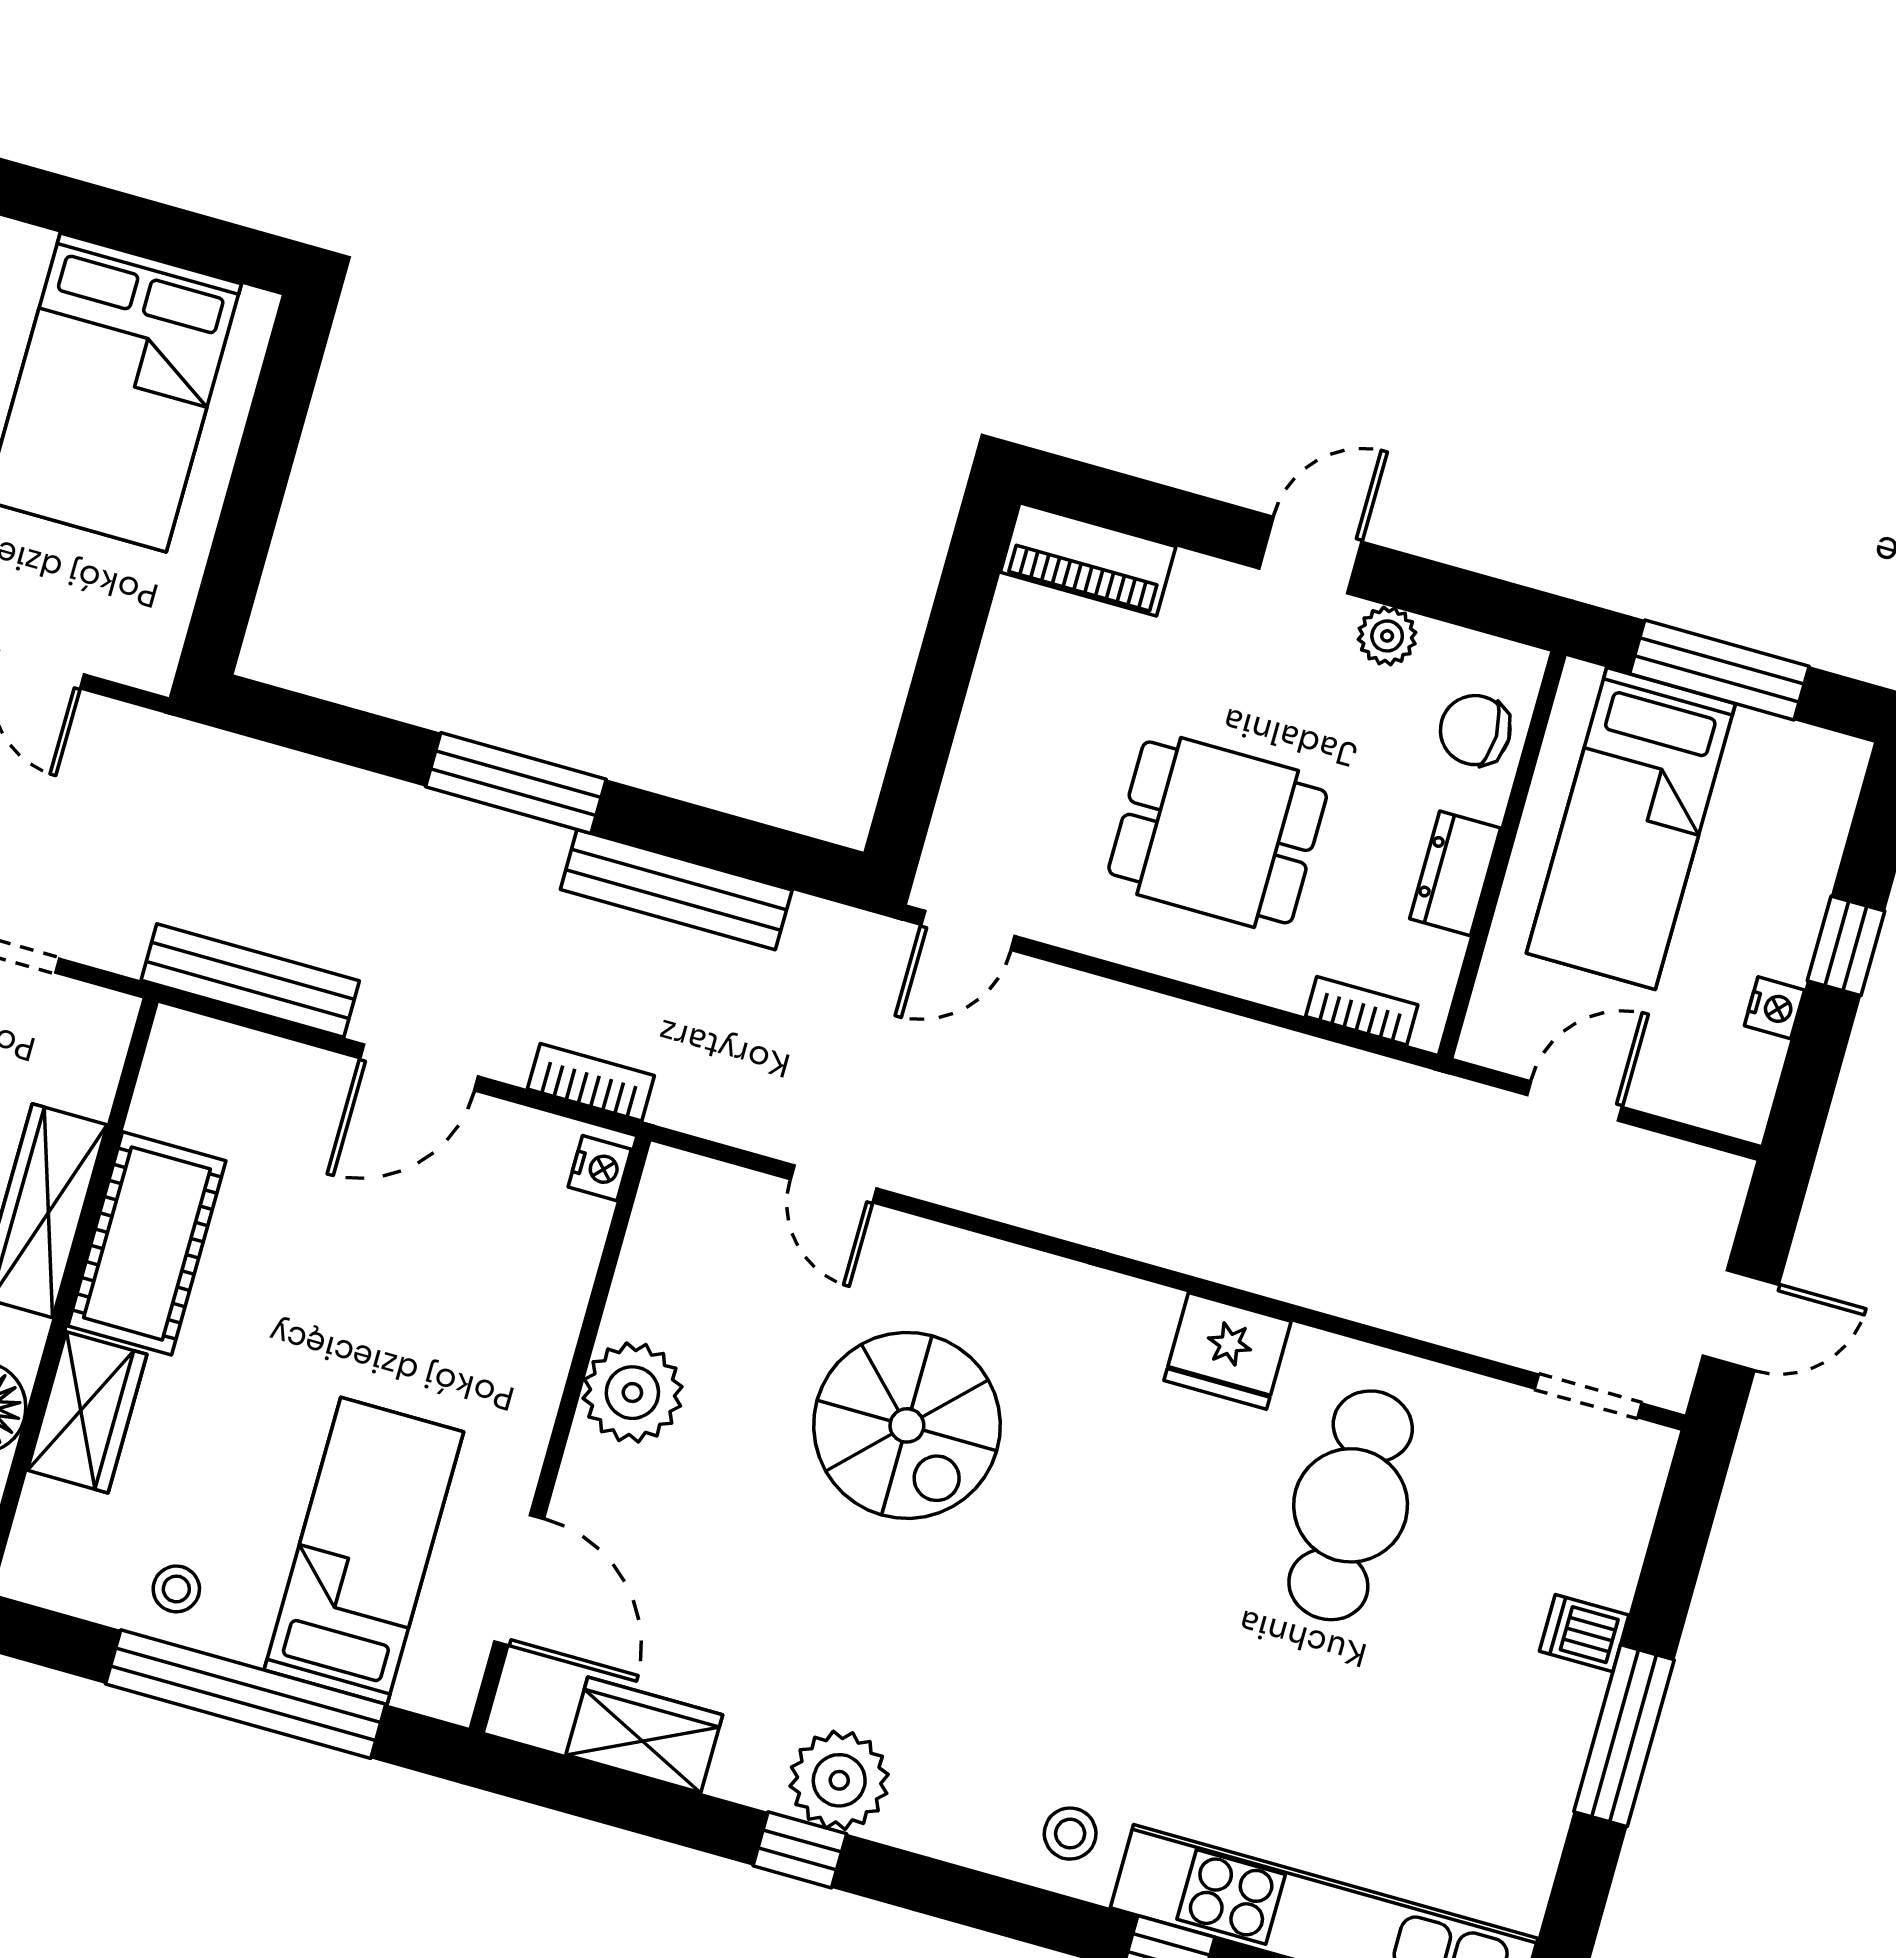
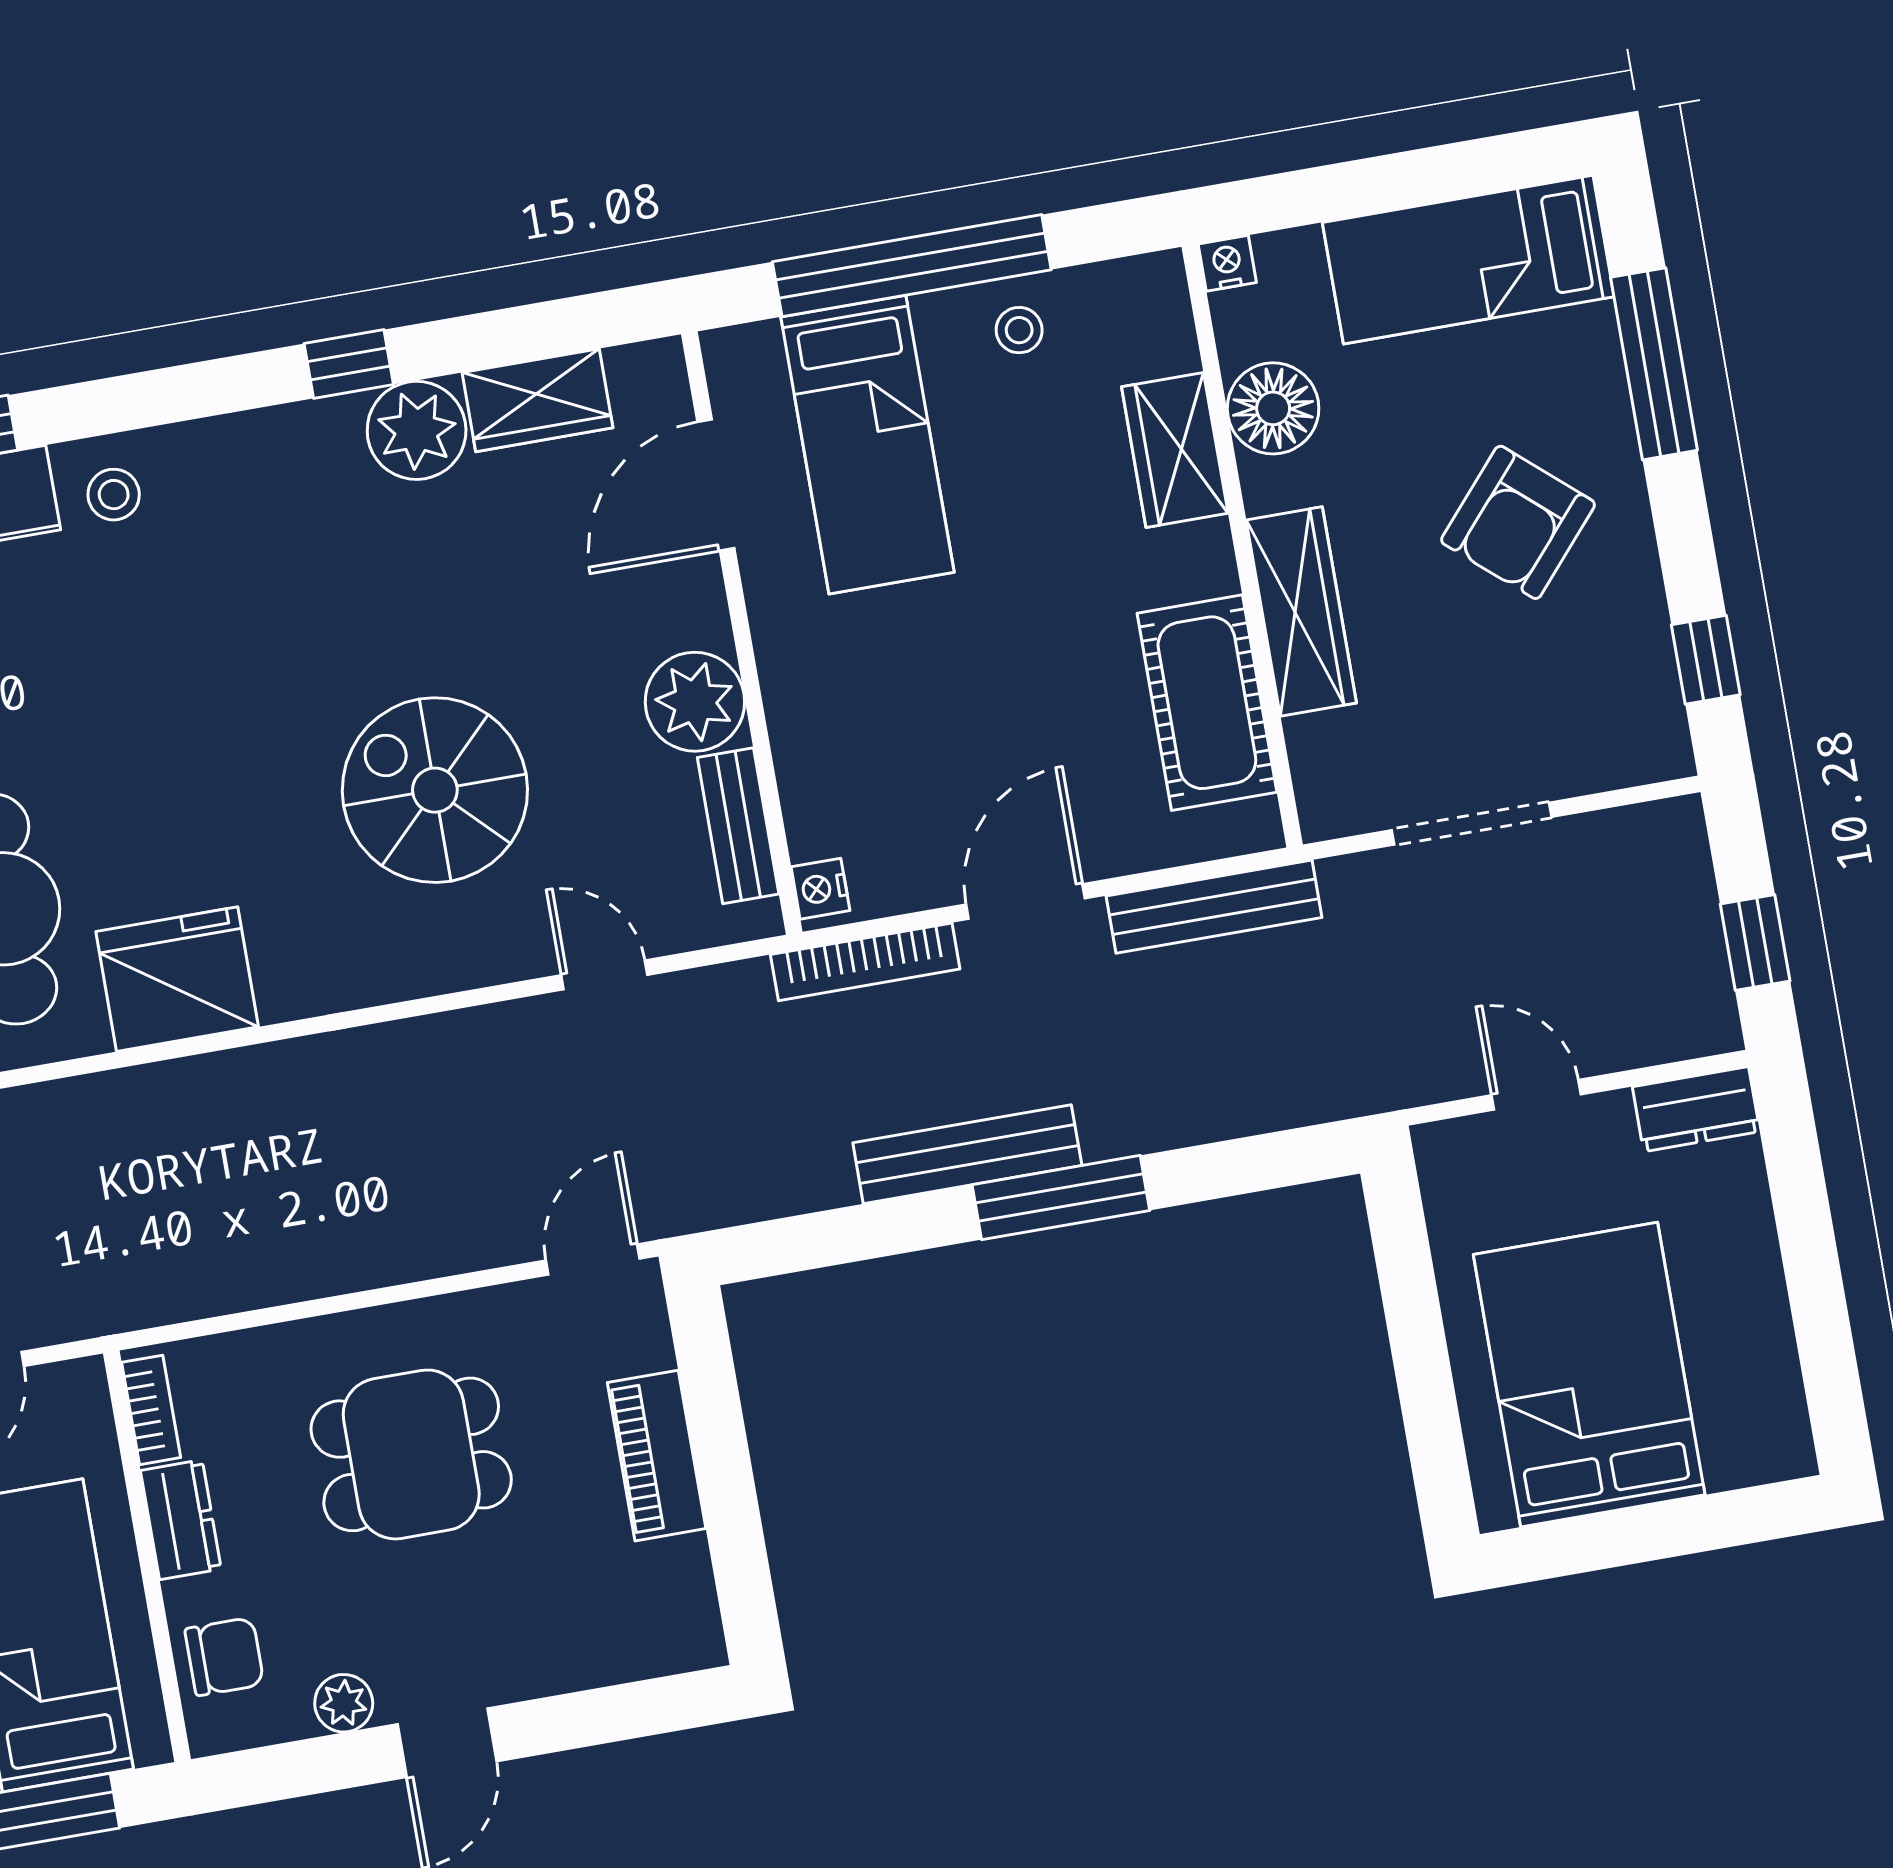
piano: (1088, 559) -> (657, 1456), moved, turned -90
bench: (676, 890) -> (967, 1154), moved
bookcase: (1362, 1011) -> (151, 1410), moved, turned -90
bookcase: (591, 1082) -> (865, 962), width x1.56
cot: (147, 1243) -> (1207, 703), moved
bench: (647, 1261) -> (738, 826), added
fridge: (1228, 1351) -> (177, 979), width x1.36, depth x1.34
door: (519, 1580) -> (716, 485), hinge flipped
plant: (839, 1780) -> (417, 430), moved

